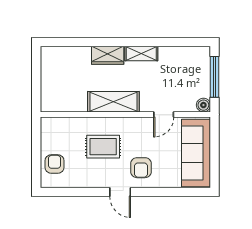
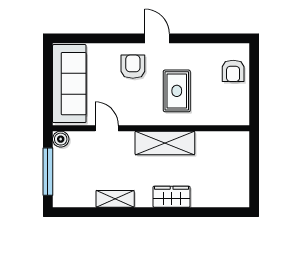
shelving: (141, 53) -> (115, 199), moved
door: (164, 115) -> (107, 128), hinge flipped
rug: (103, 147) -> (177, 91), turned 90

